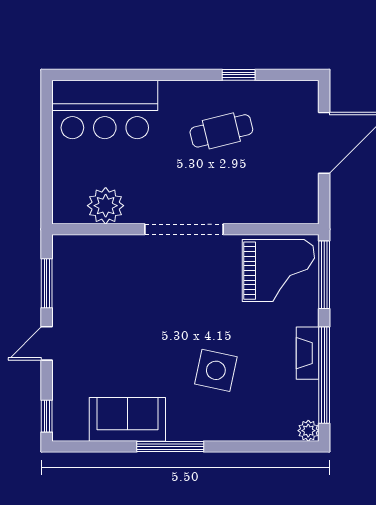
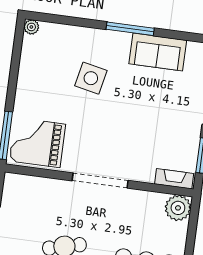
plant: (106, 206) -> (178, 208), moved
fireplace: (308, 353) -> (174, 179), moved, turned -90
window: (324, 375) -> (15, 65), removed

